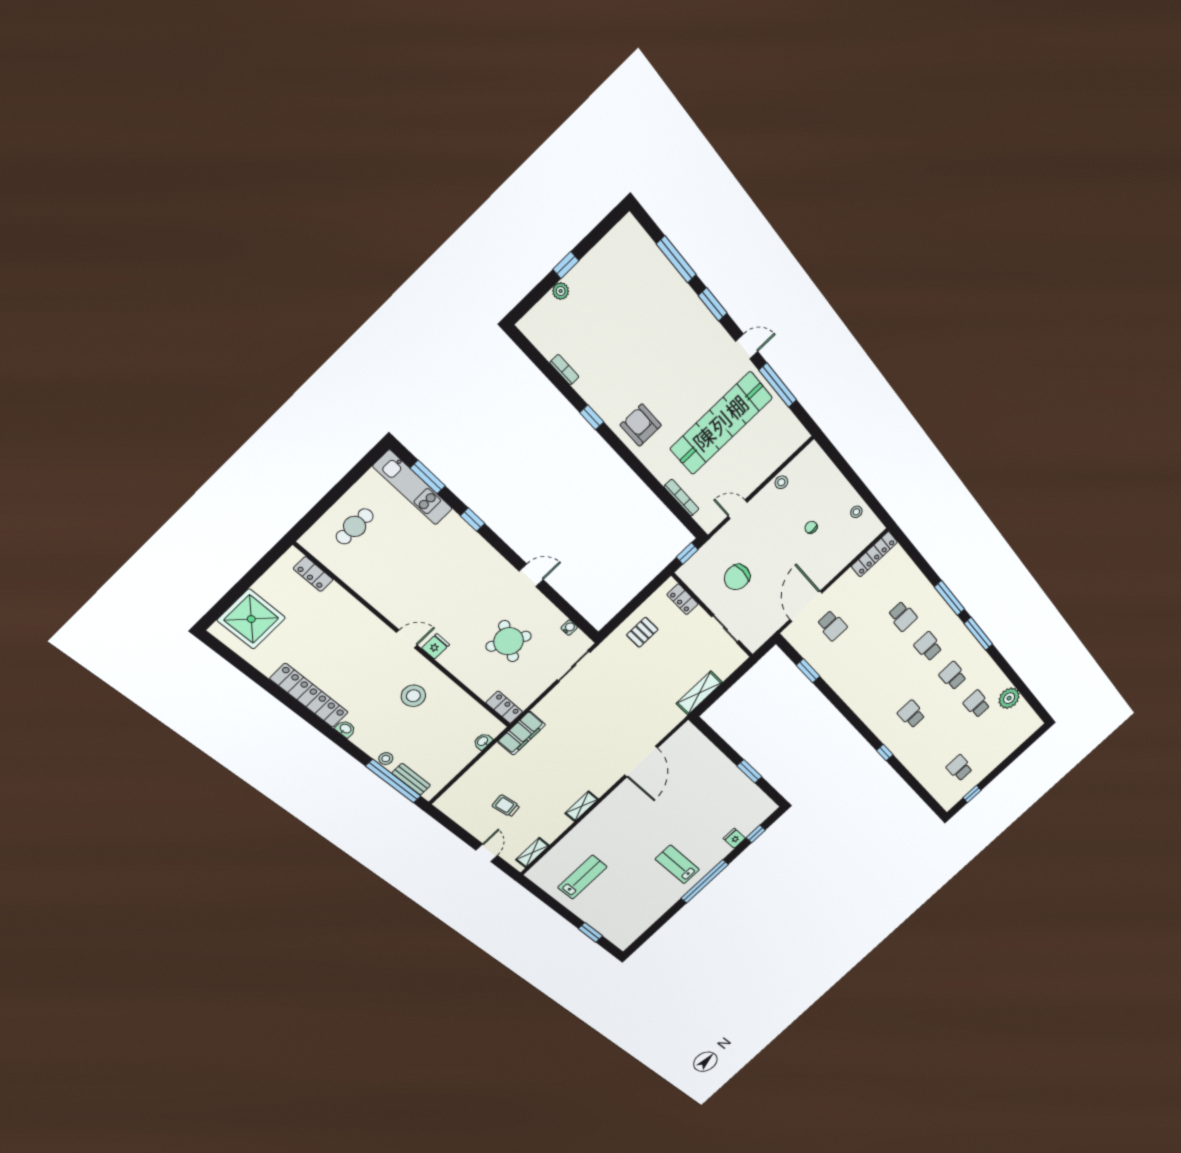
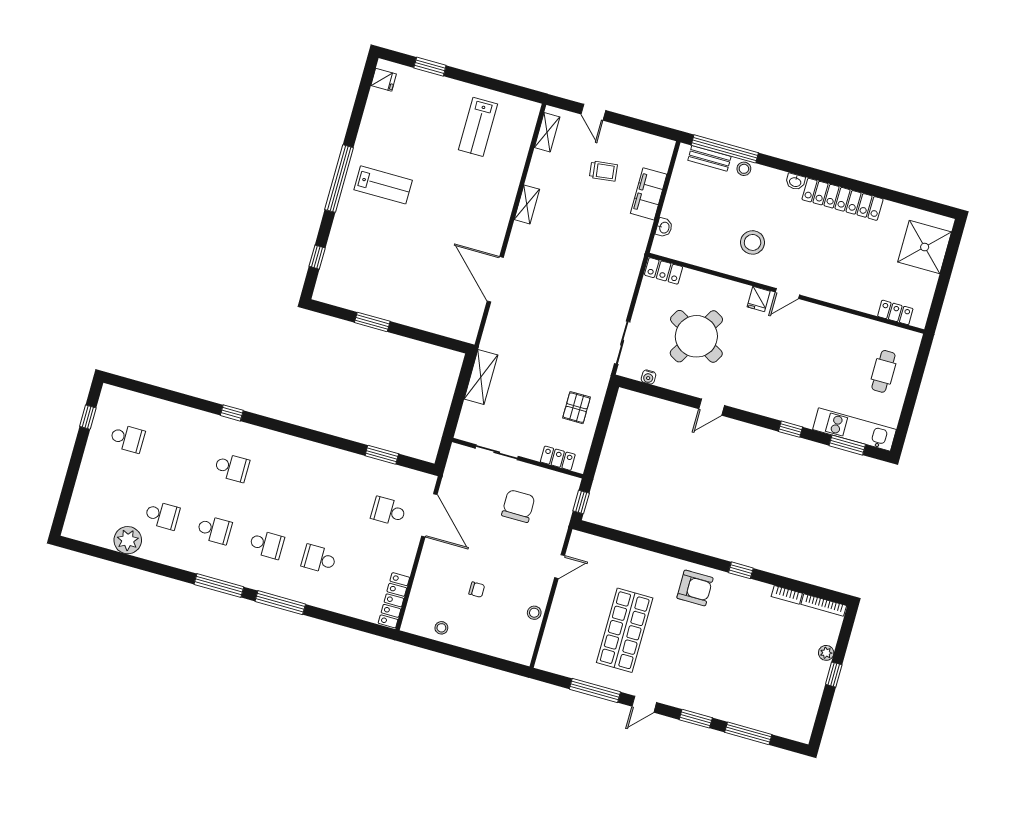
shop shelf: (721, 423) -> (625, 630), width x0.71
bookcase: (681, 498) -> (824, 605), moved
round table: (509, 641) -> (696, 336), width x1.36, depth x1.36
filing cabinet: (522, 733) -> (649, 194), moved
fridge: (734, 838) -> (384, 80), moved

